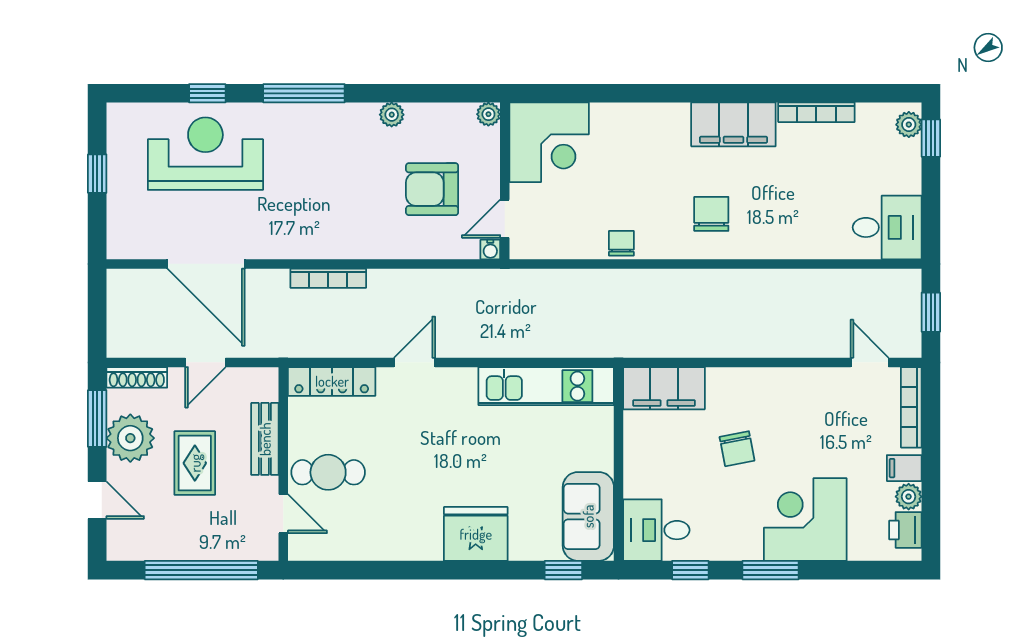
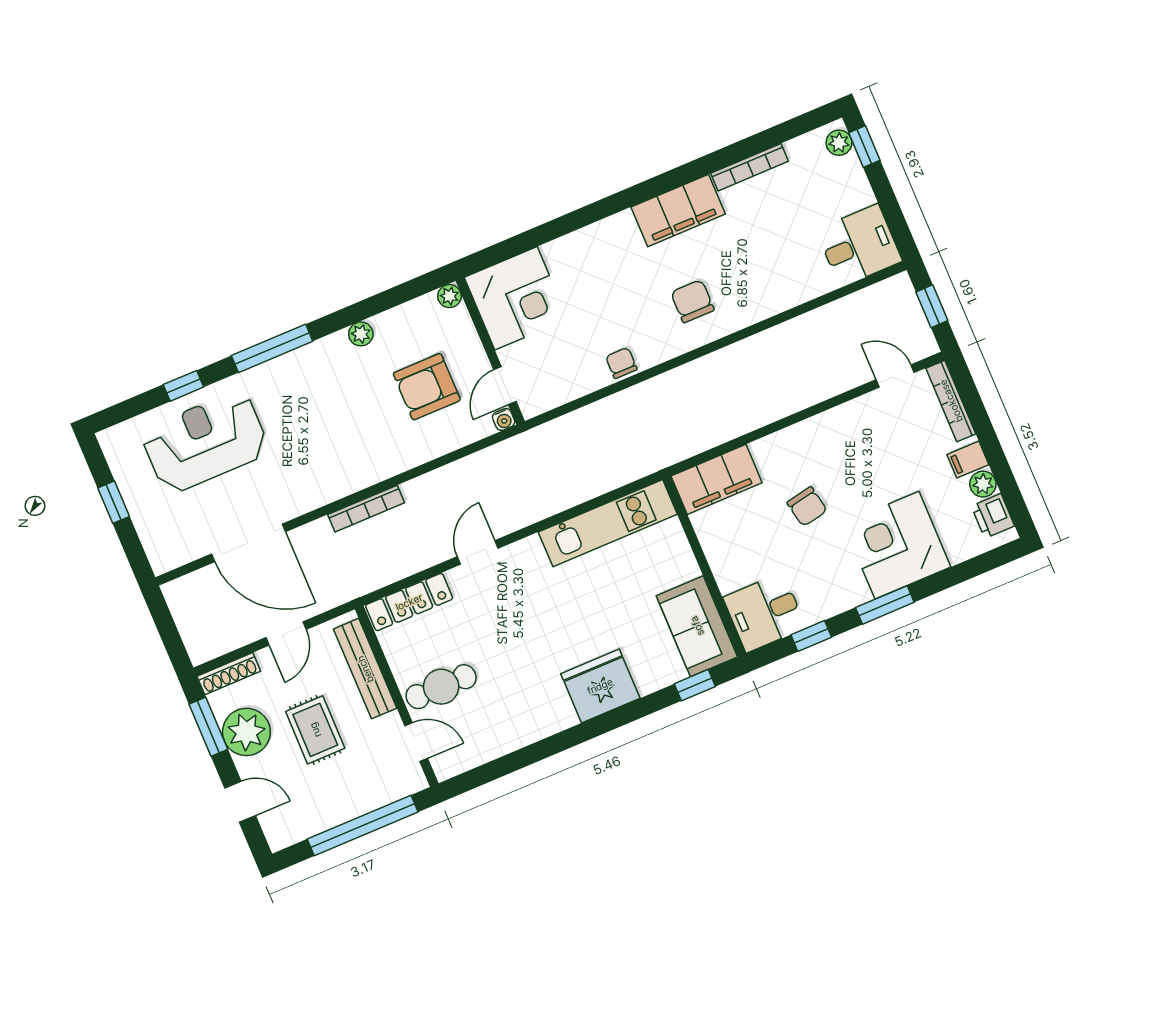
bench: (265, 439) -> (365, 669), width x1.36

